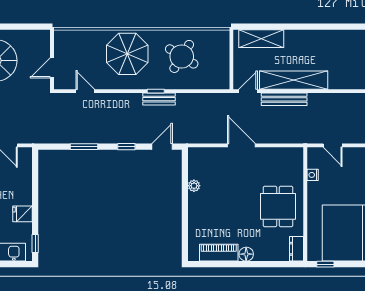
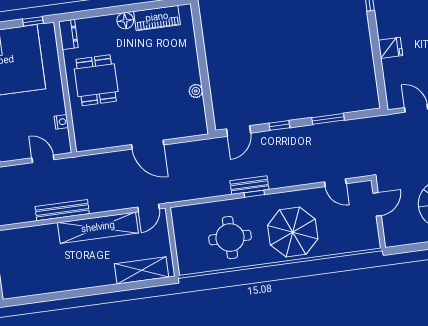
round table: (182, 56) -> (230, 238), turned -32
bench: (284, 99) -> (62, 210), moved
fridge: (22, 214) -> (390, 48), moved

